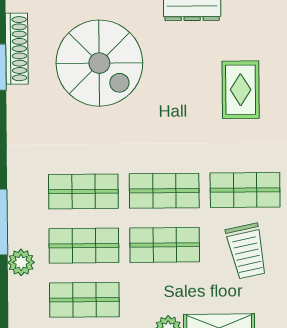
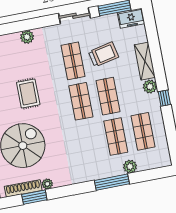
rug: (241, 90) -> (28, 94), moved, turned 90
plant: (17, 97) -> (47, 184), added
shop shelf: (83, 191) -> (89, 142), removed

